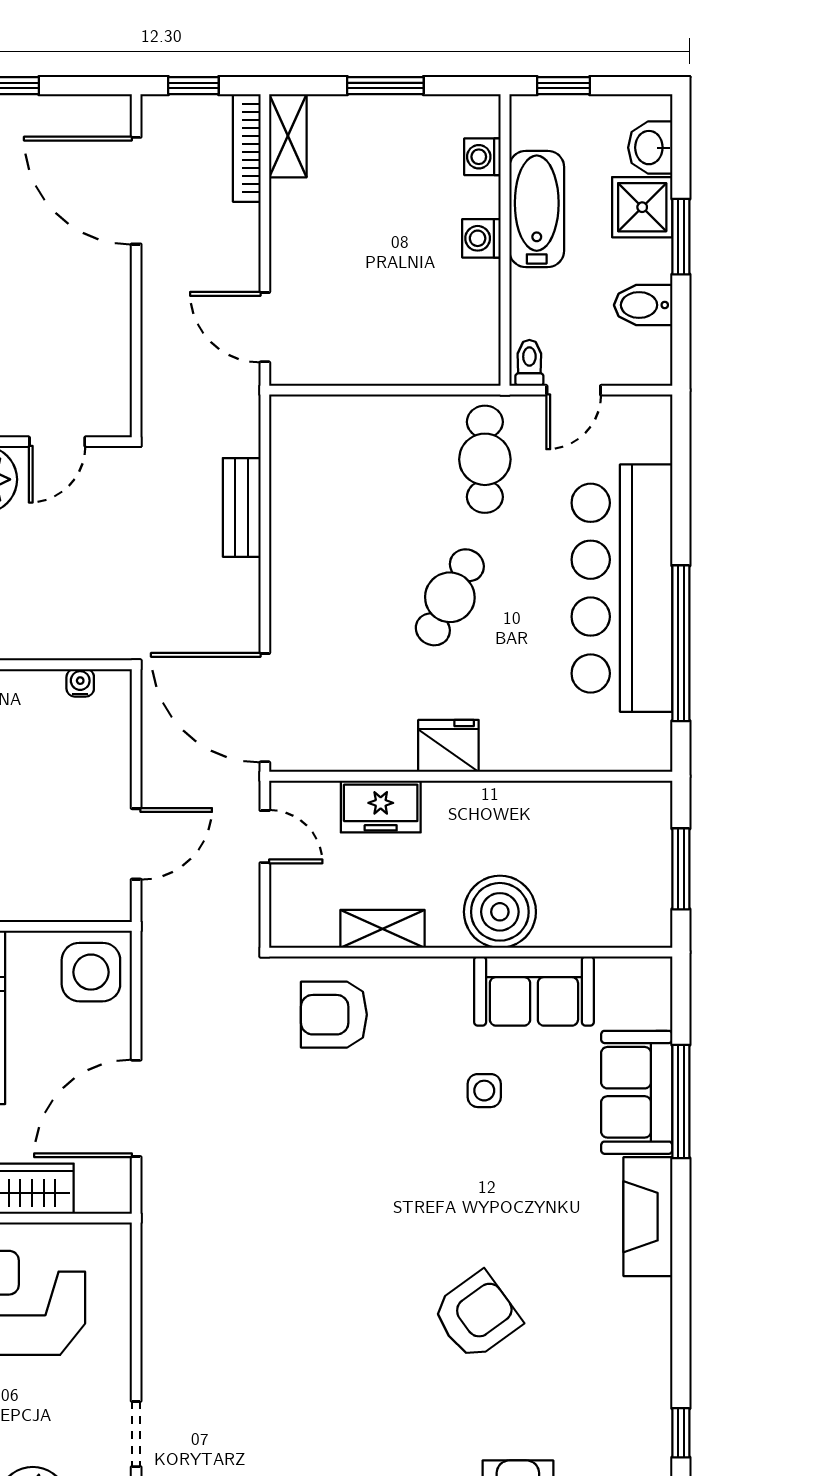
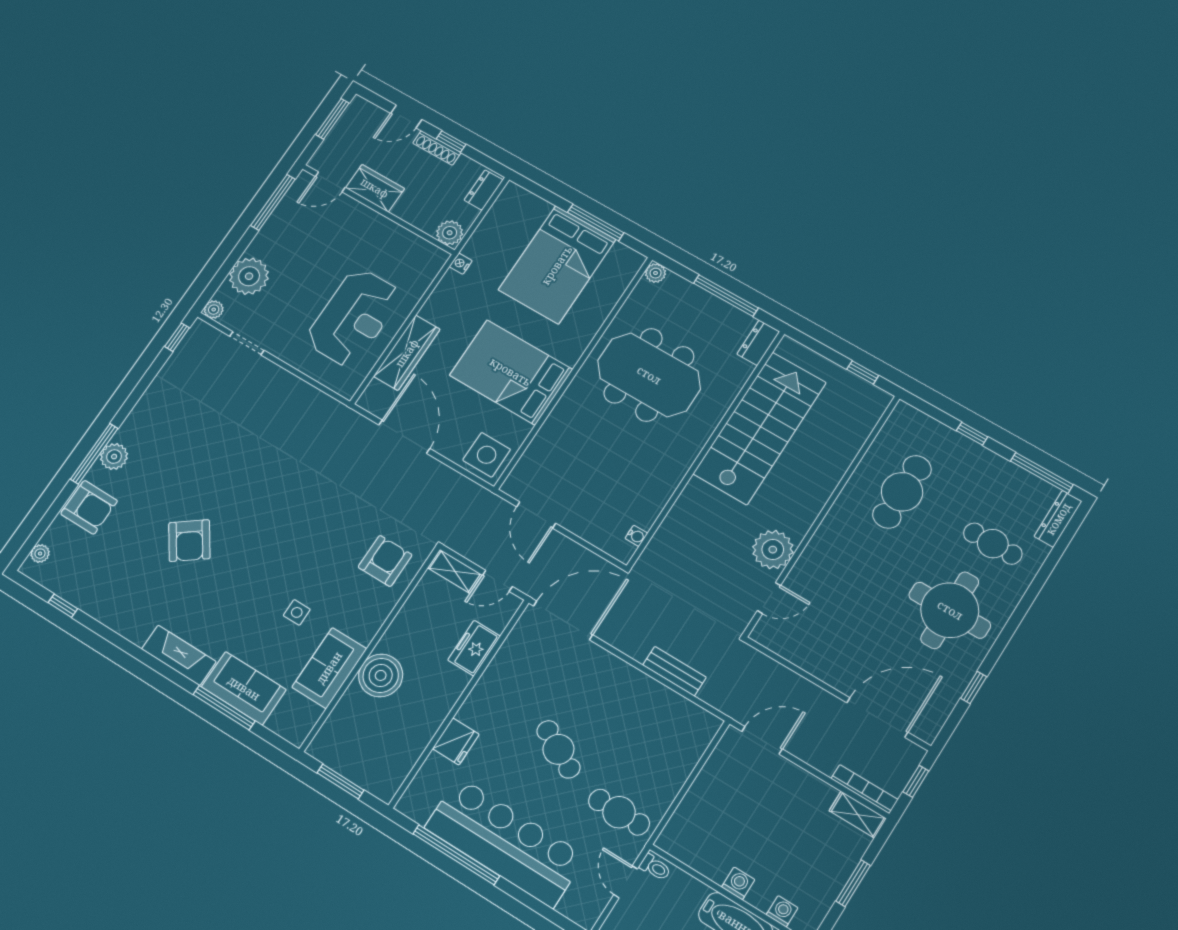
door: (57, 442) -> (769, 598), swing flipped
fridge: (448, 746) -> (456, 741), moved
shelving: (382, 929) -> (455, 571), moved, turned 90

